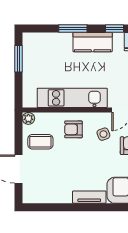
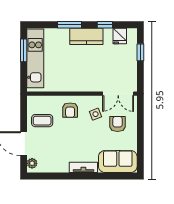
kitchen unit: (72, 98) -> (35, 58), moved, turned 90
plant: (28, 118) -> (32, 163), moved
armchair: (73, 129) -> (70, 110), turned -90

